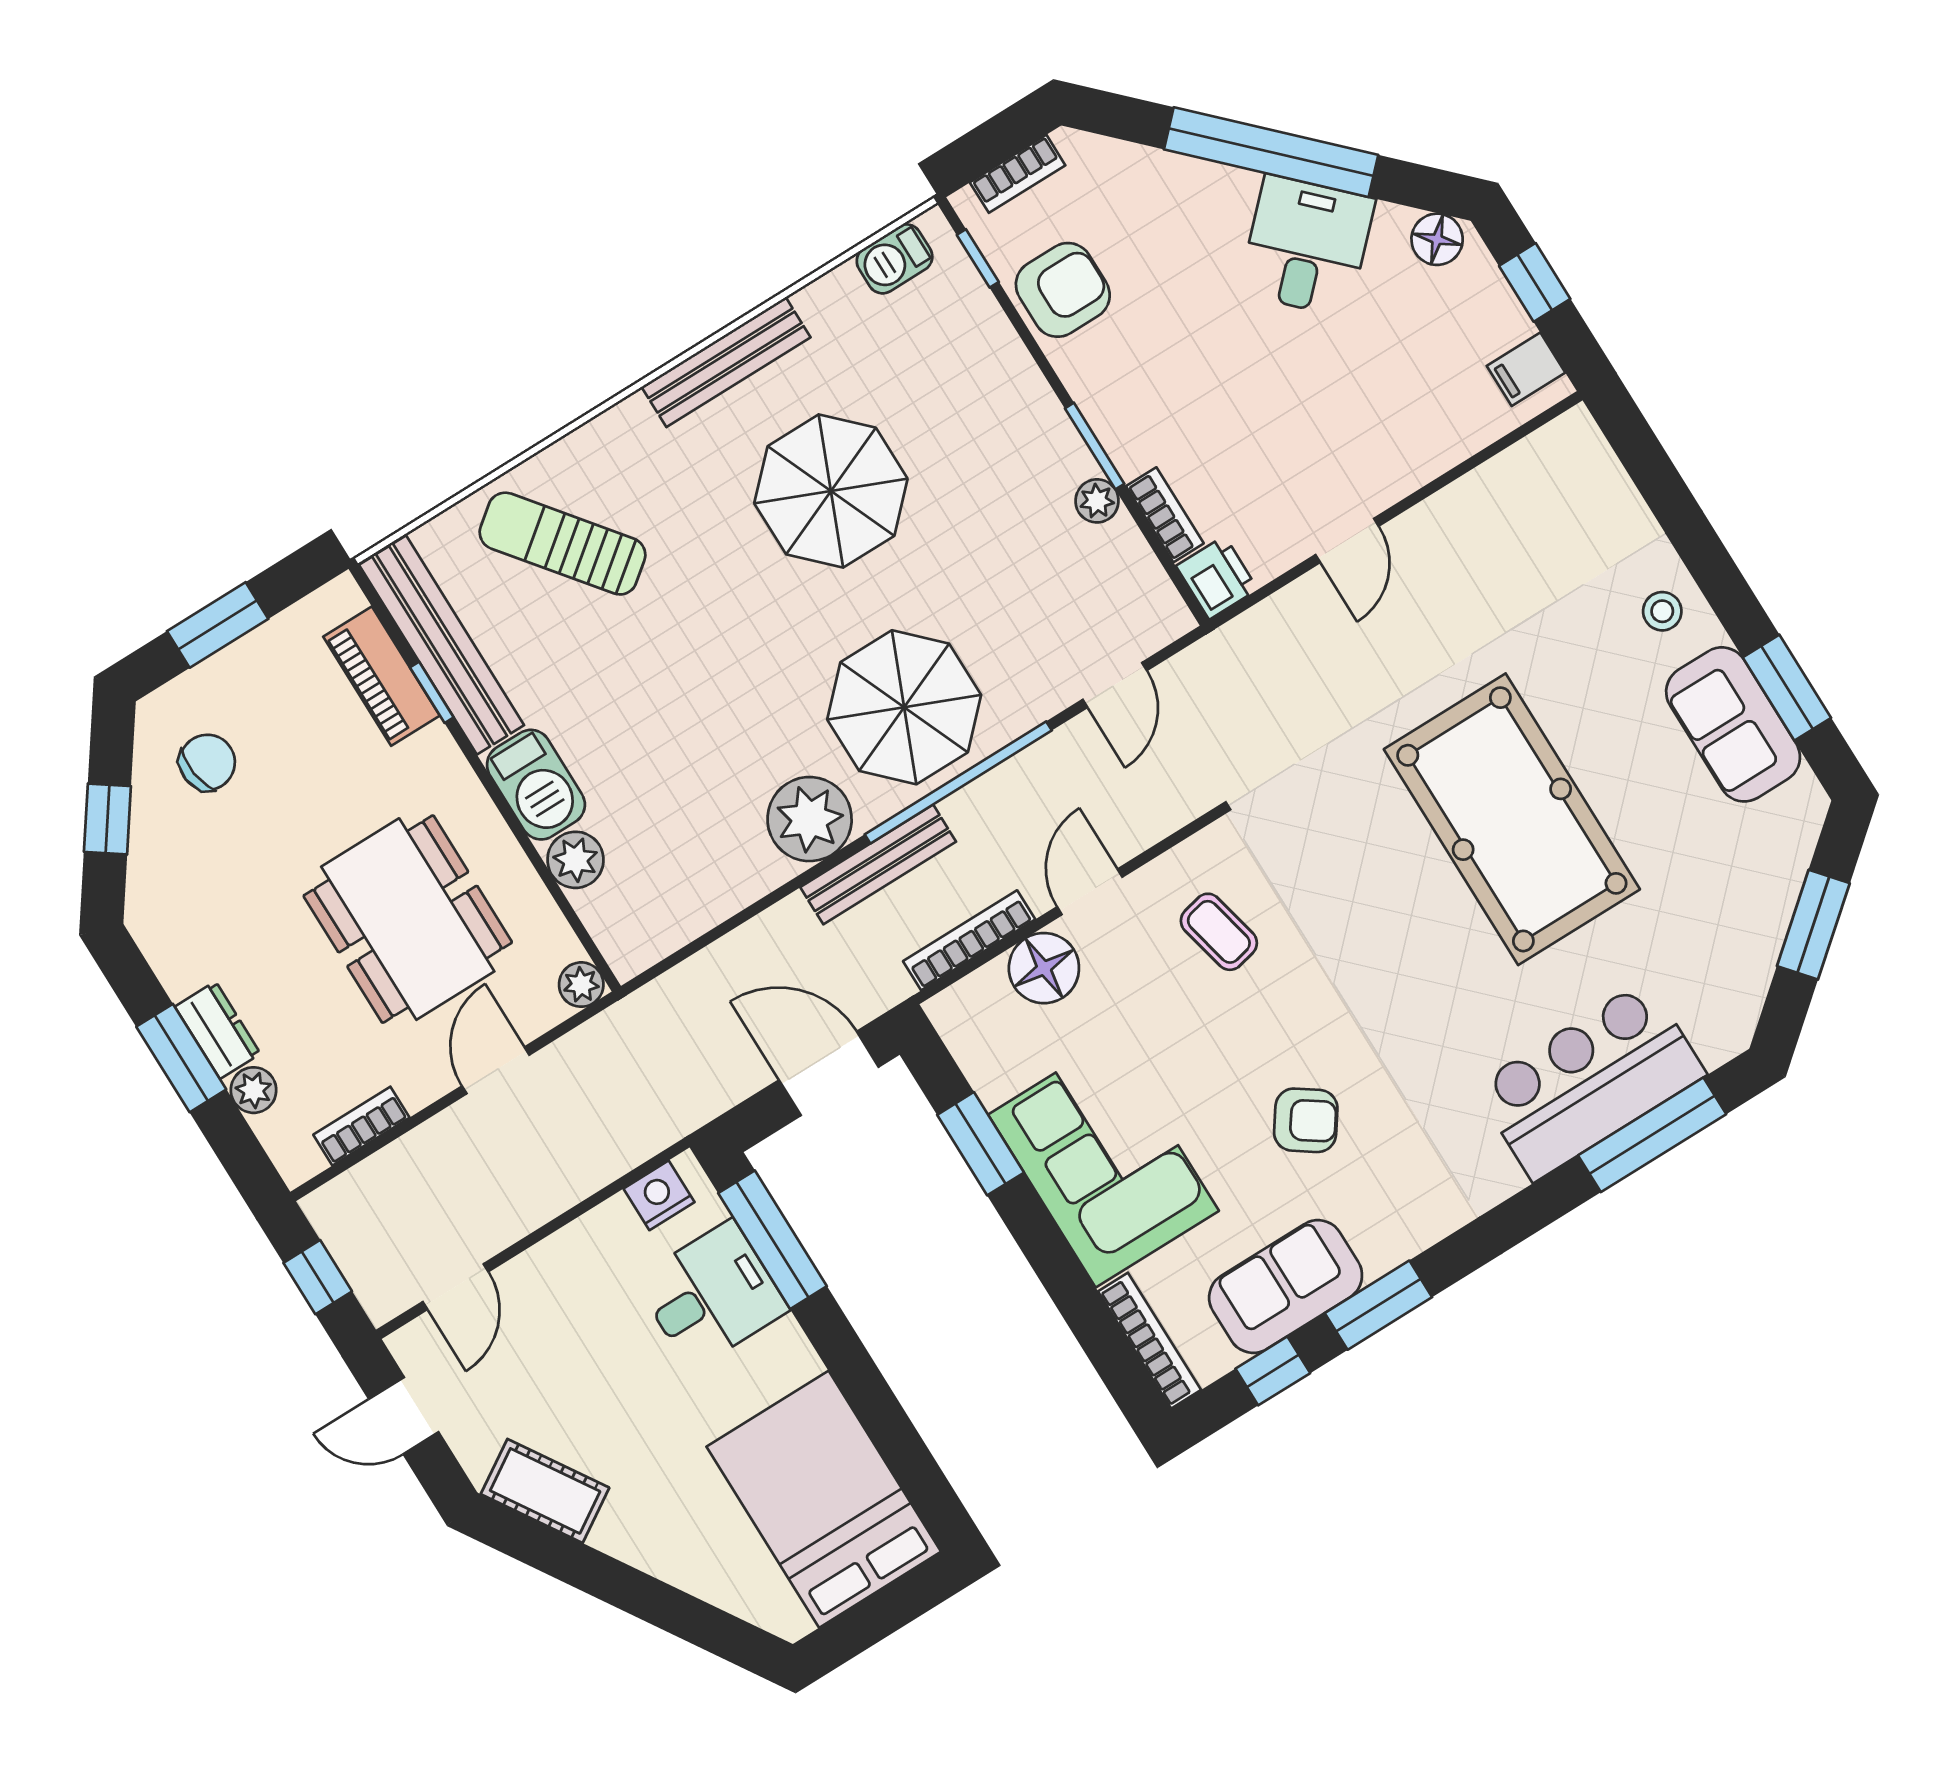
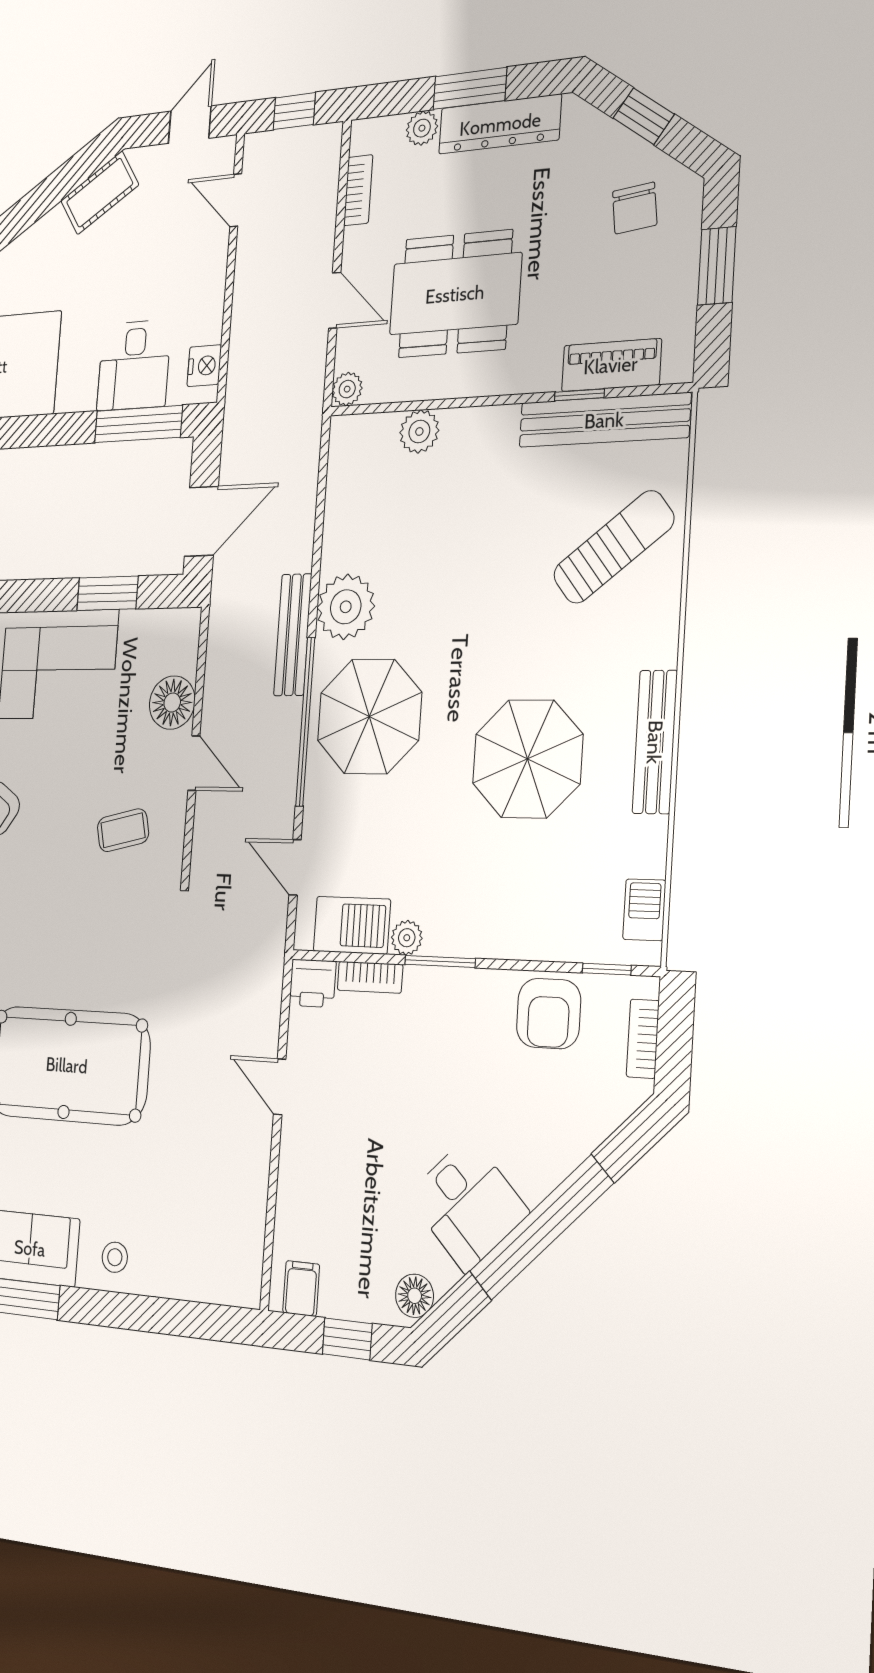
barbecue: (536, 785) -> (352, 925), moved, turned 180
bookcase: (969, 940) -> (216, 665), removed
dresser: (218, 1030) -> (500, 124), width x1.96, depth x1.24

